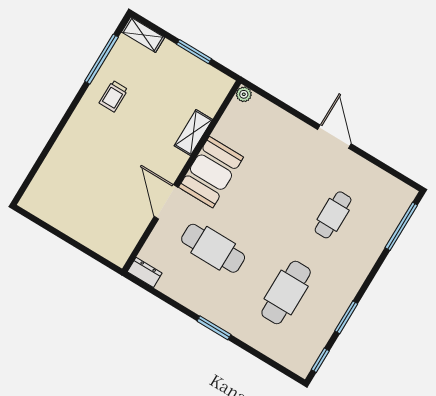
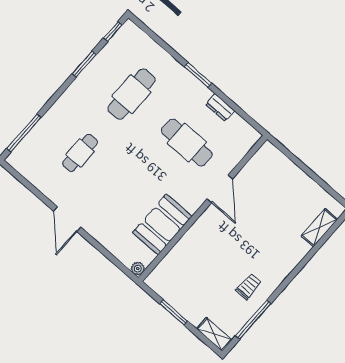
shelving: (193, 133) -> (319, 228), moved
booth: (211, 172) -> (162, 224), moved
dresser: (145, 272) -> (220, 108), moved

